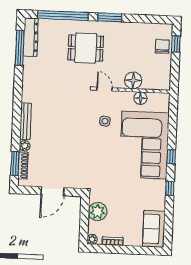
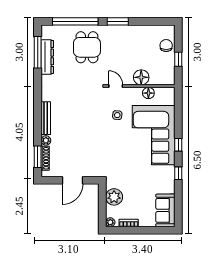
dresser: (31, 37) -> (47, 57), moved
window: (176, 44) -> (178, 59), moved
dining table: (86, 48) -> (87, 47), moved, turned 90

